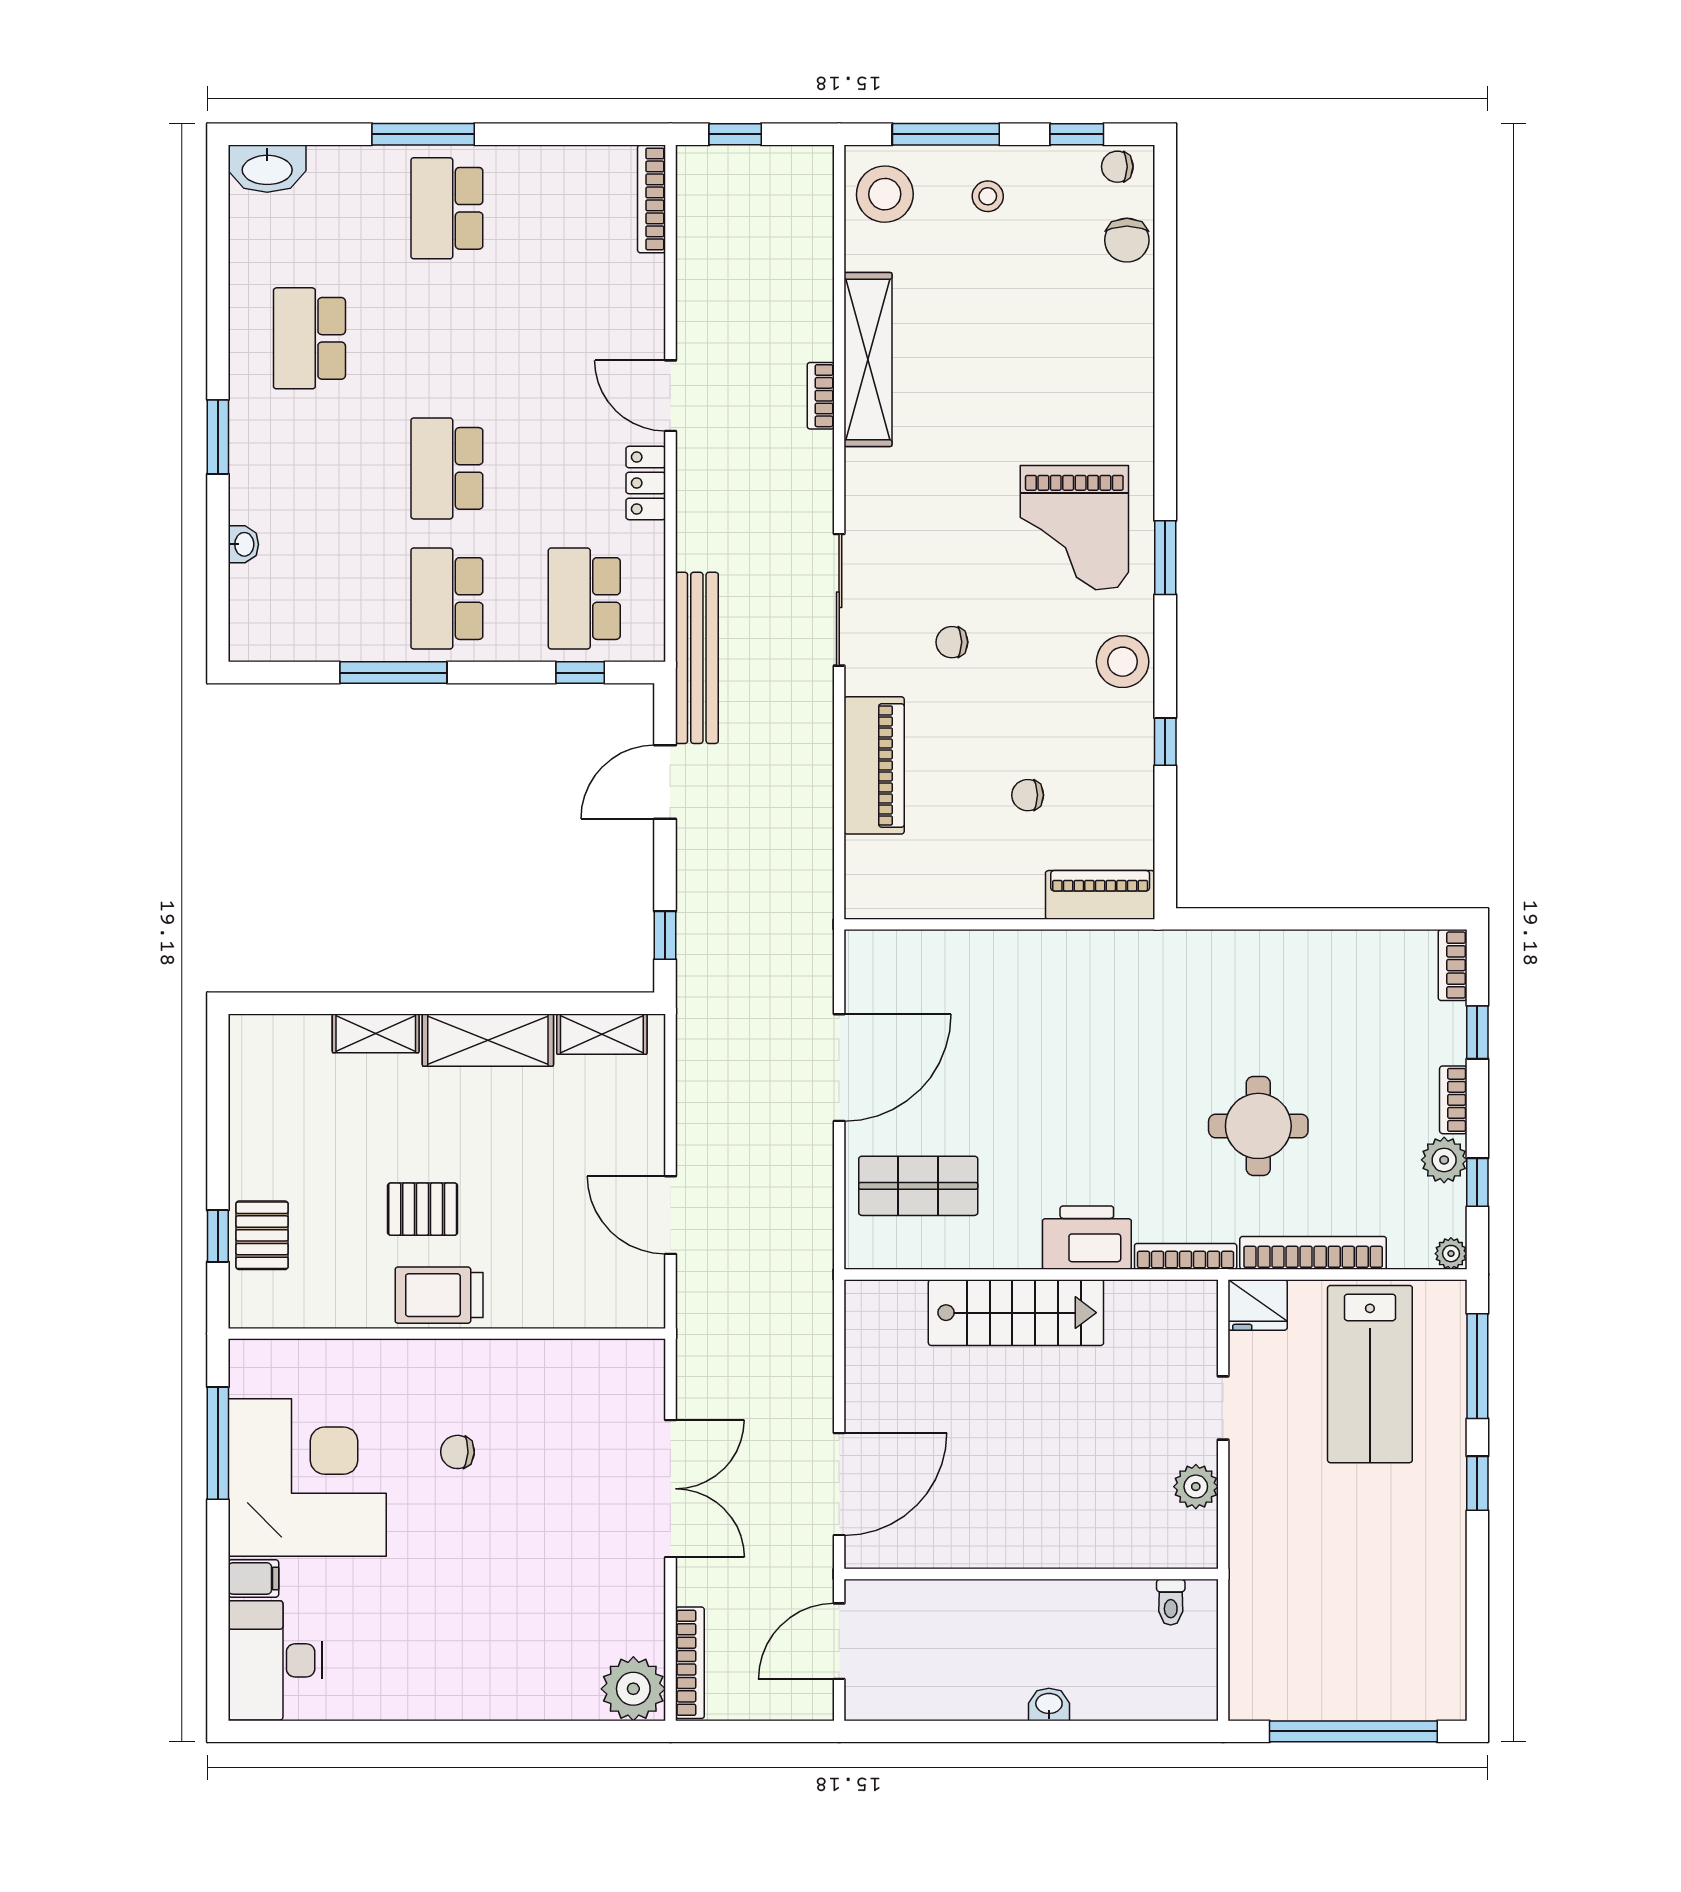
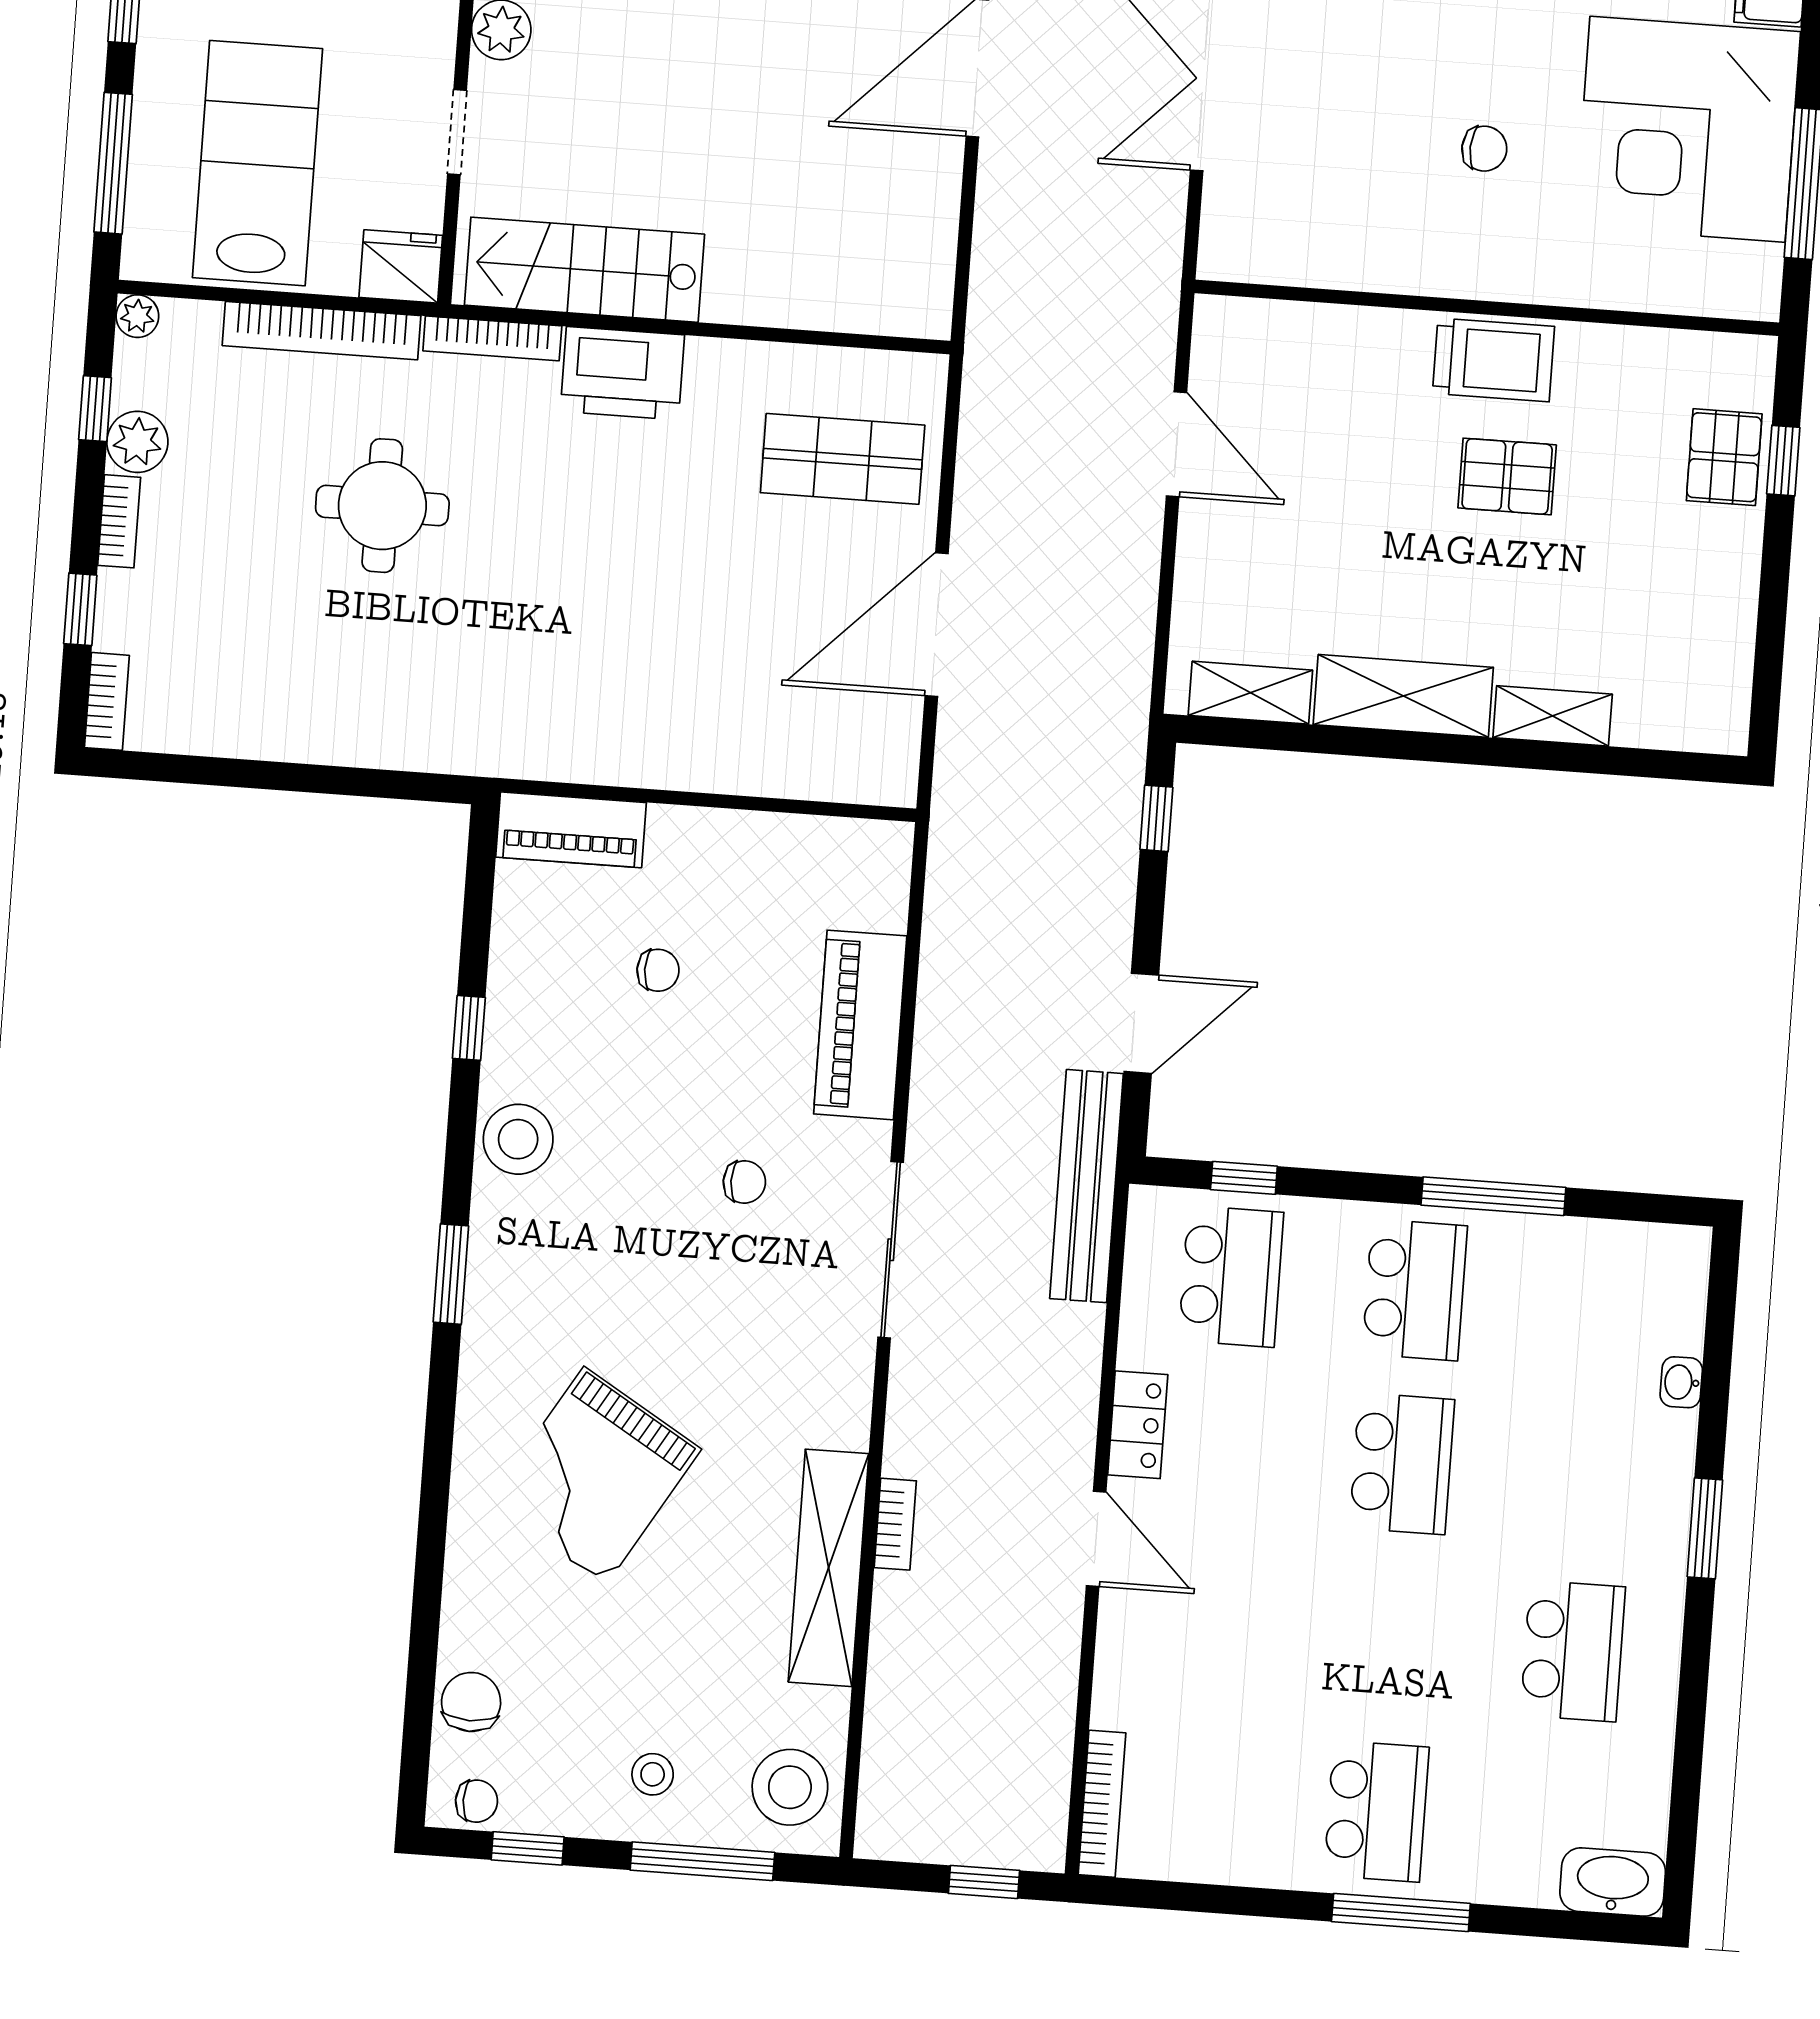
grand piano: (1074, 528) -> (595, 1476), moved, turned -149
stairs: (1016, 1313) -> (584, 270), moved

